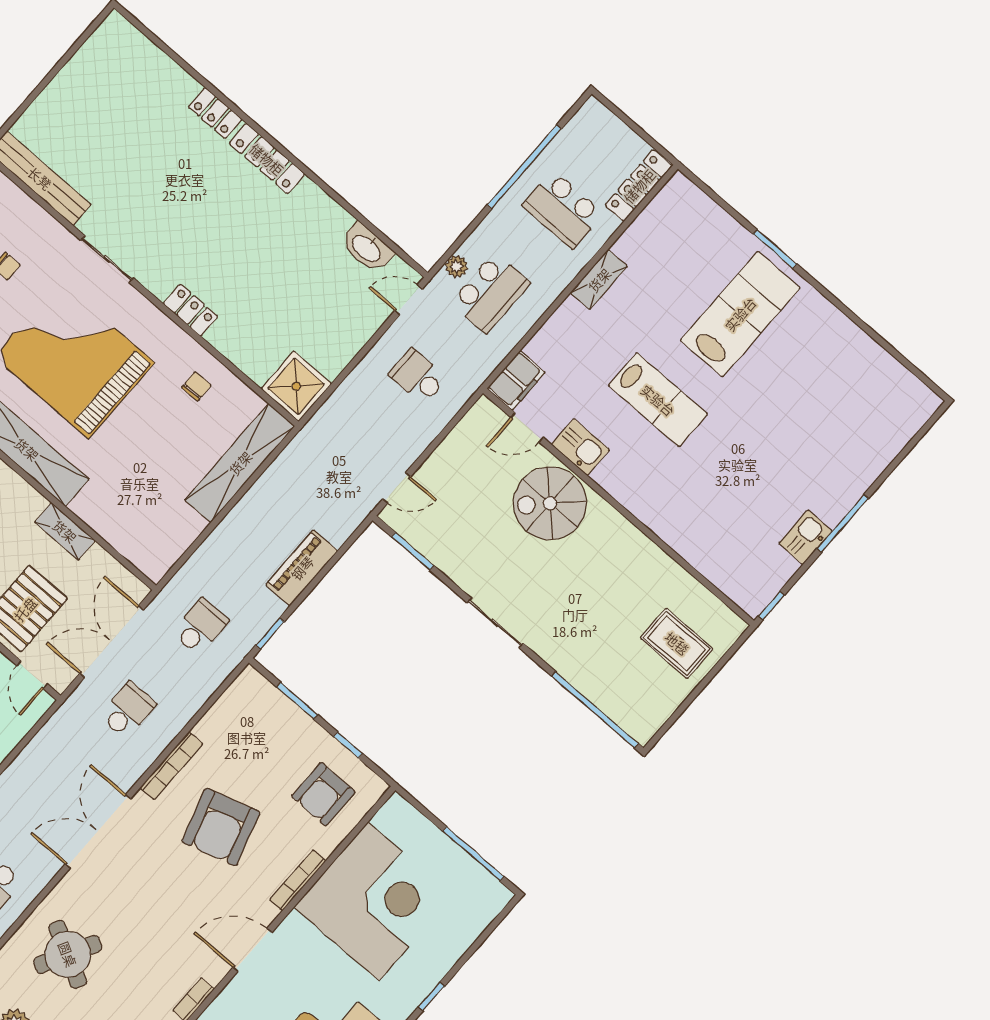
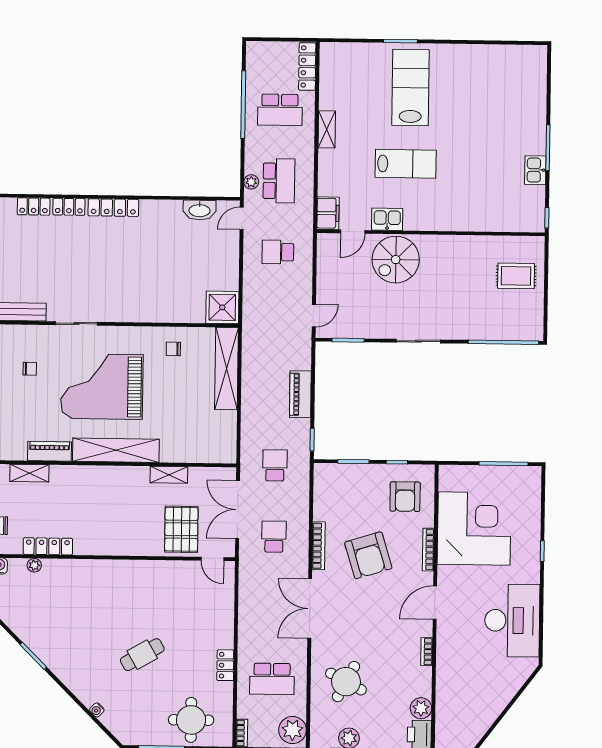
locker: (190, 310) -> (34, 206), moved, turned 180
chair: (196, 386) -> (173, 349), turned -89

